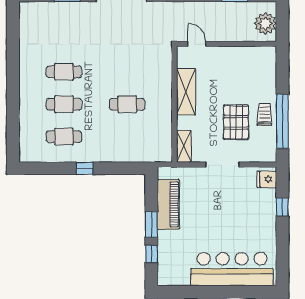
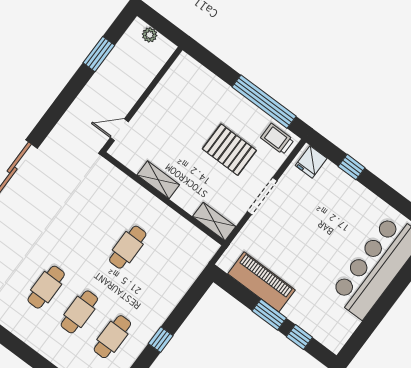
plant: (265, 23) -> (150, 35), width x0.53, depth x0.53
shelving: (186, 92) -> (158, 180), width x0.67, depth x0.75
trolley: (264, 114) -> (277, 139), moved

